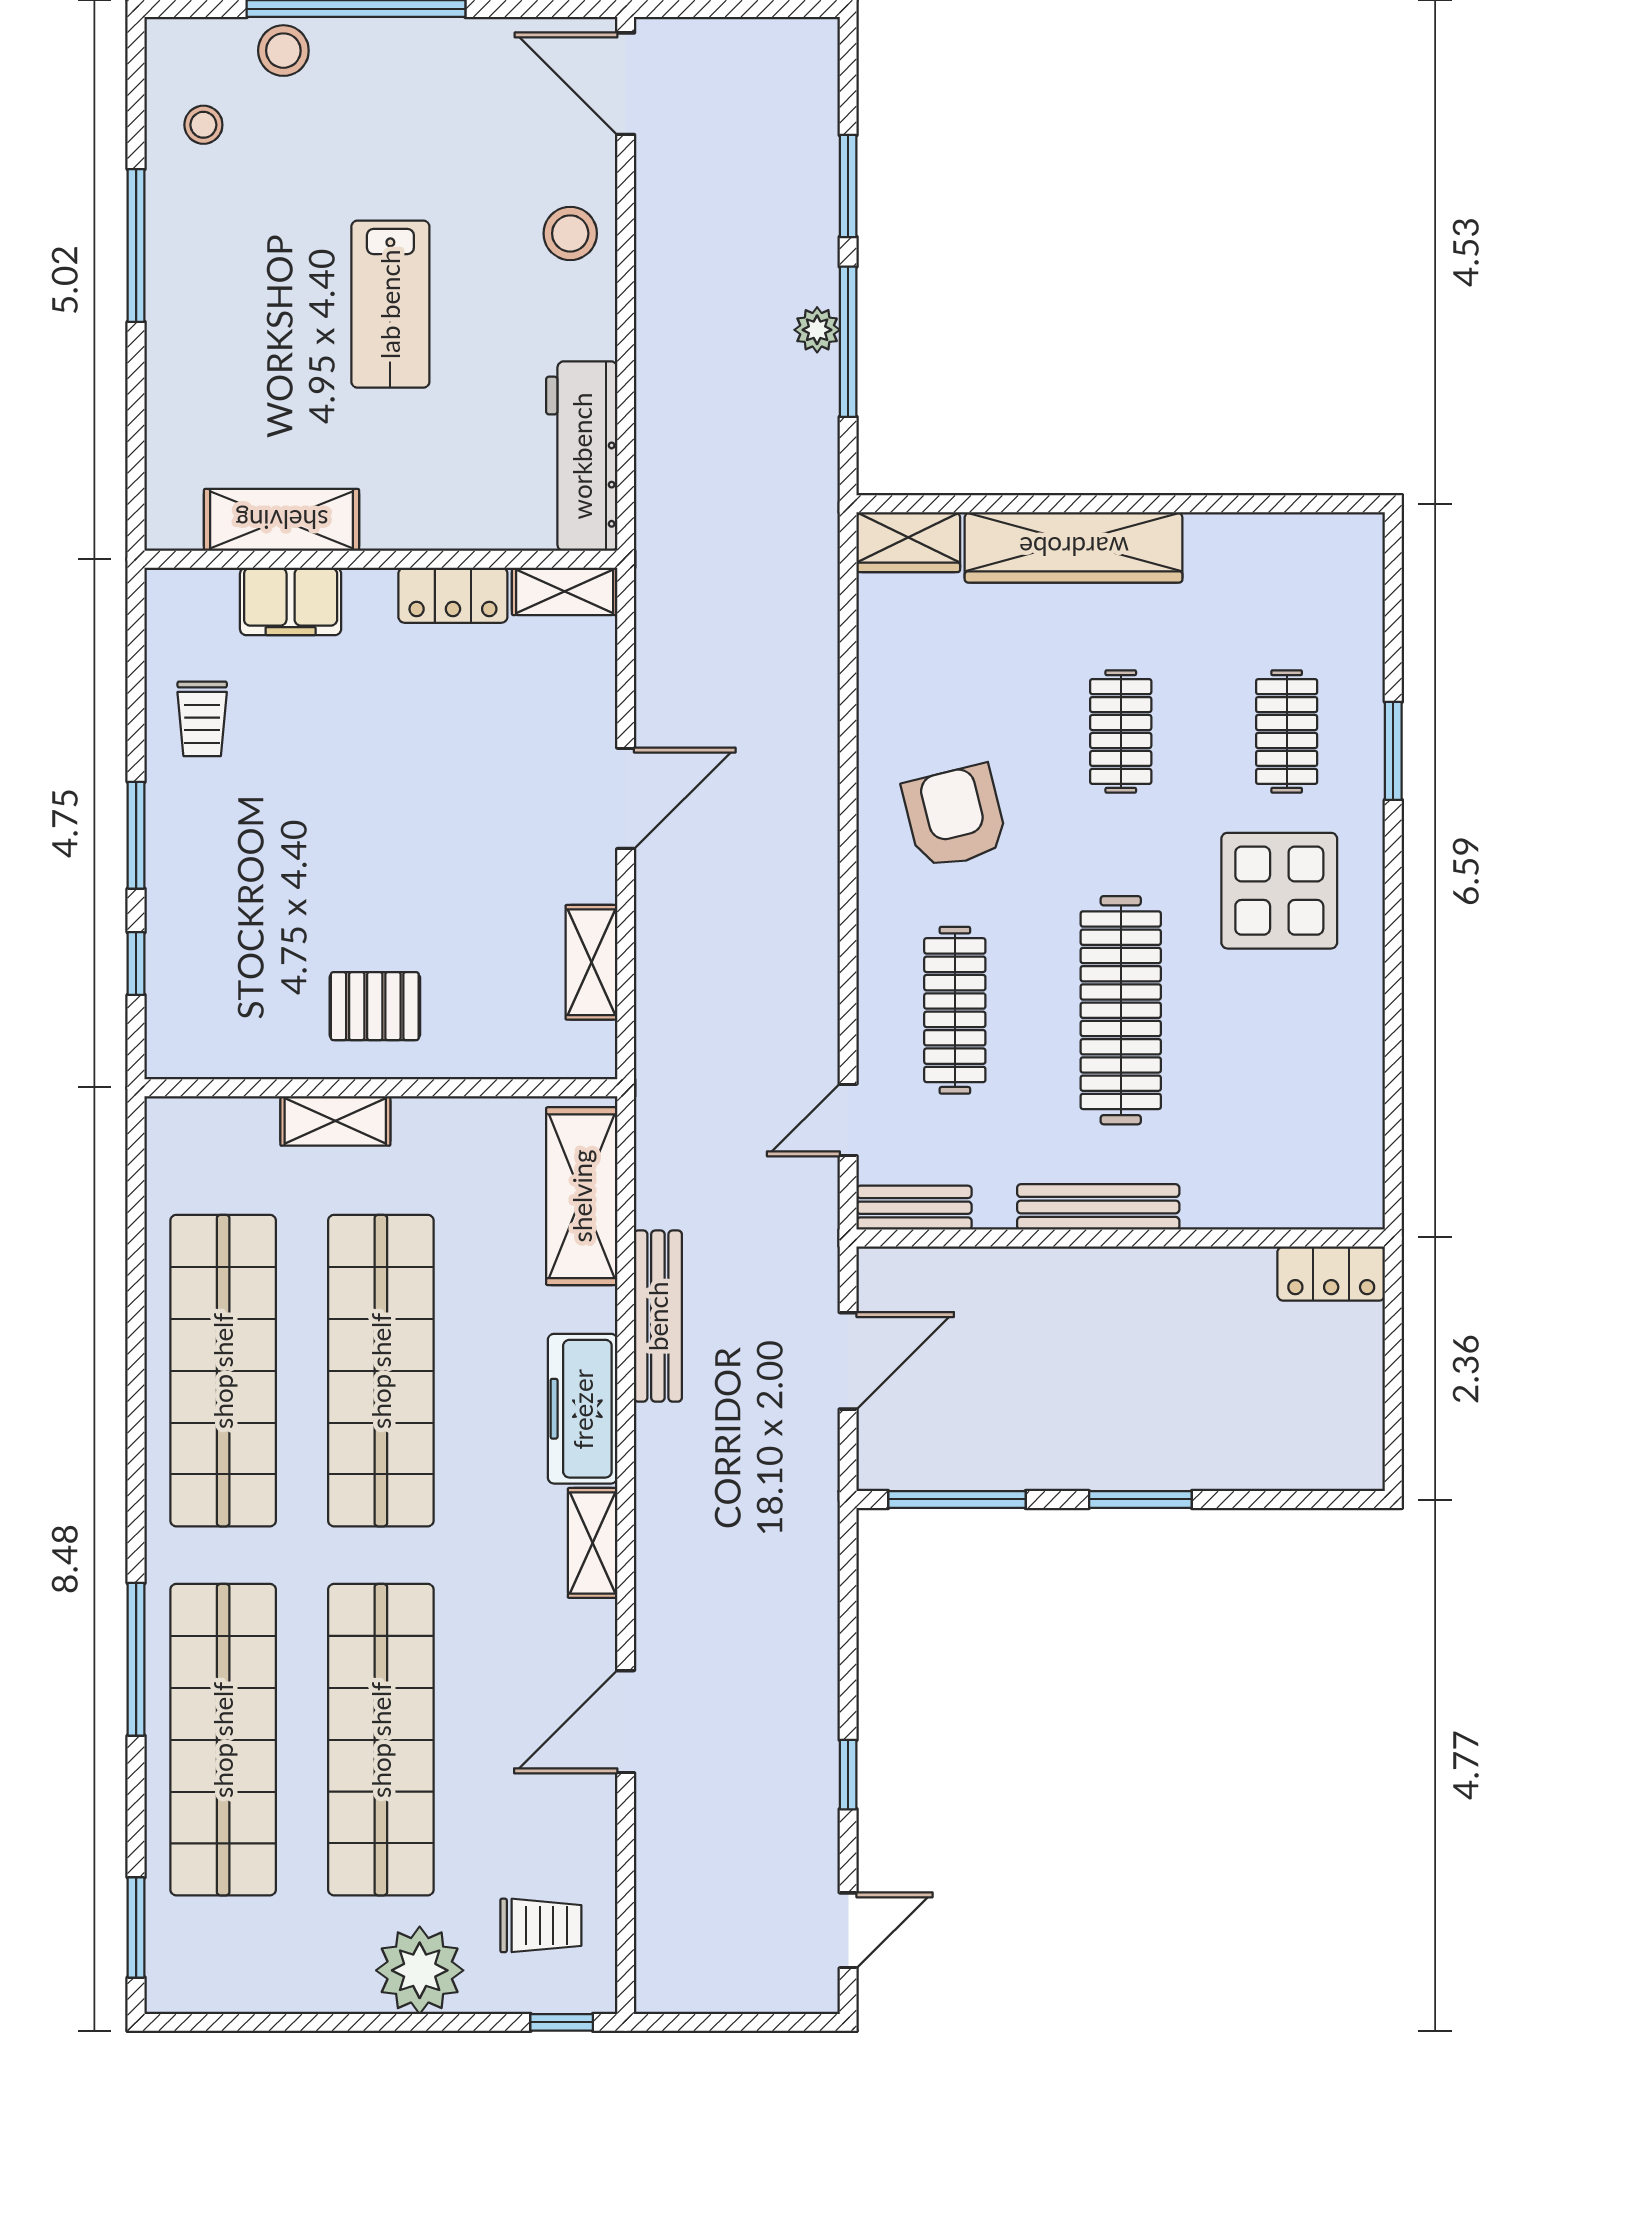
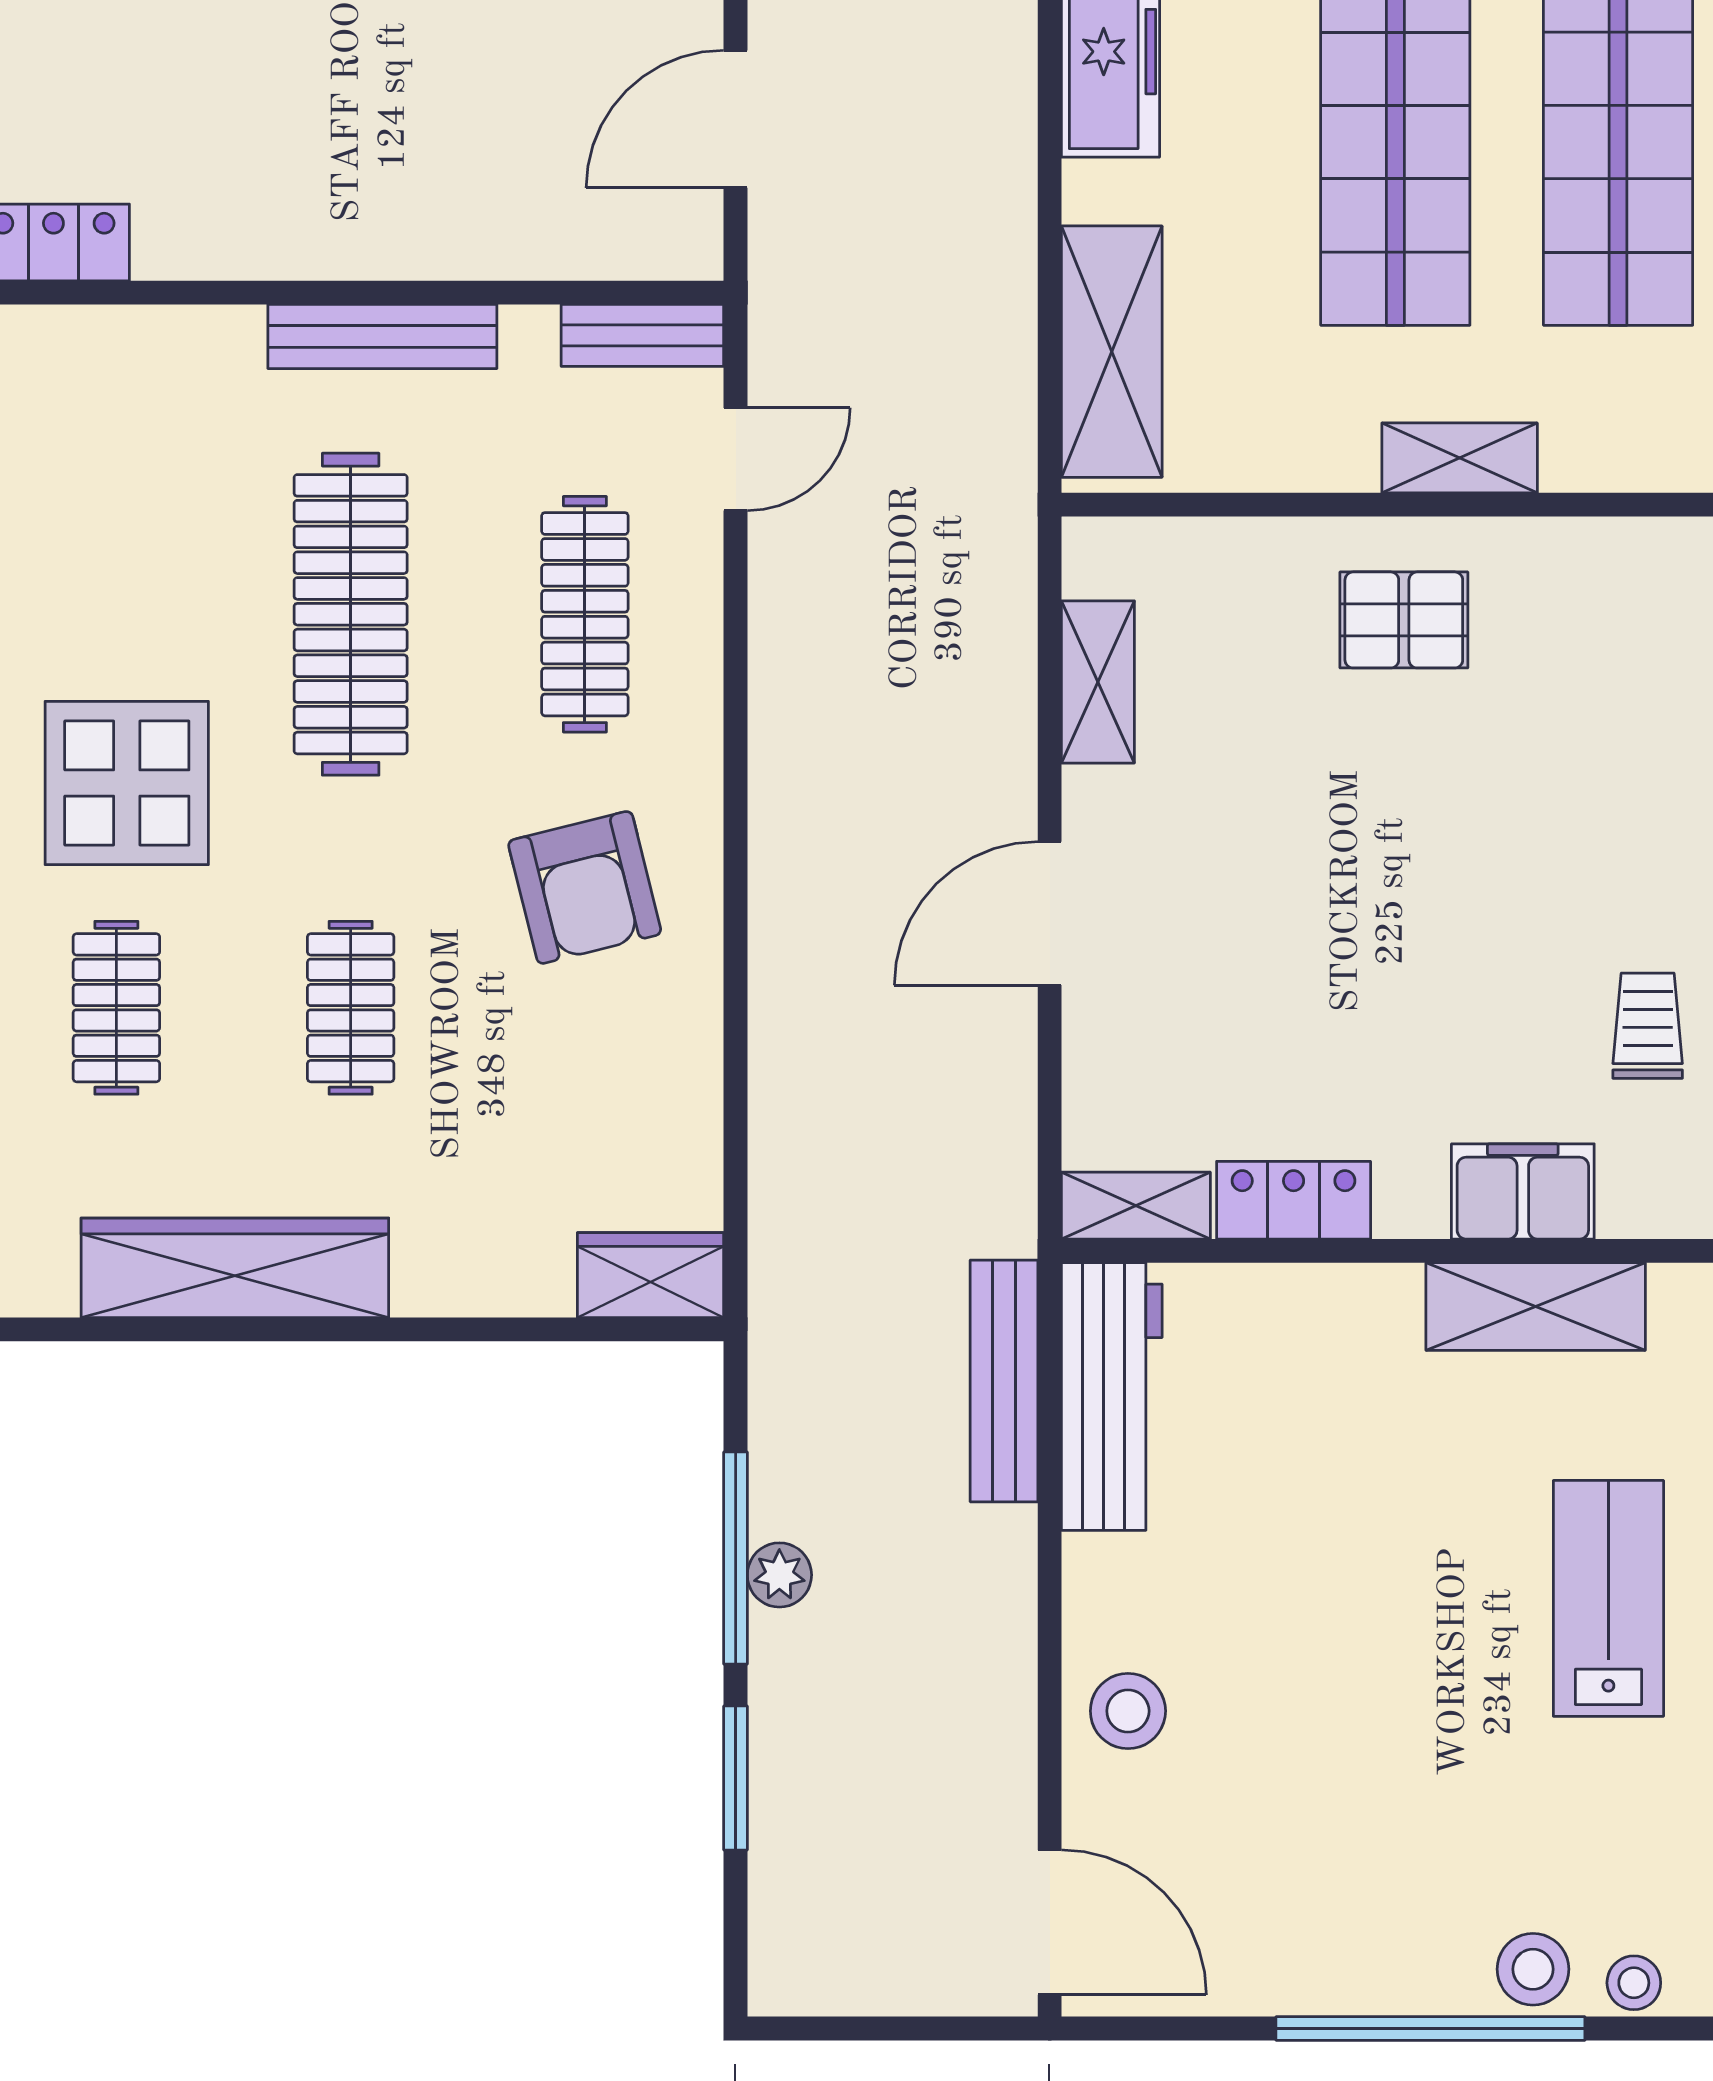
stool: (203, 125) -> (1634, 1983), moved
lab bench: (390, 304) -> (1608, 1598), moved
wardrobe: (1074, 547) -> (235, 1268), moved
bench: (658, 1316) -> (1004, 1381), moved

